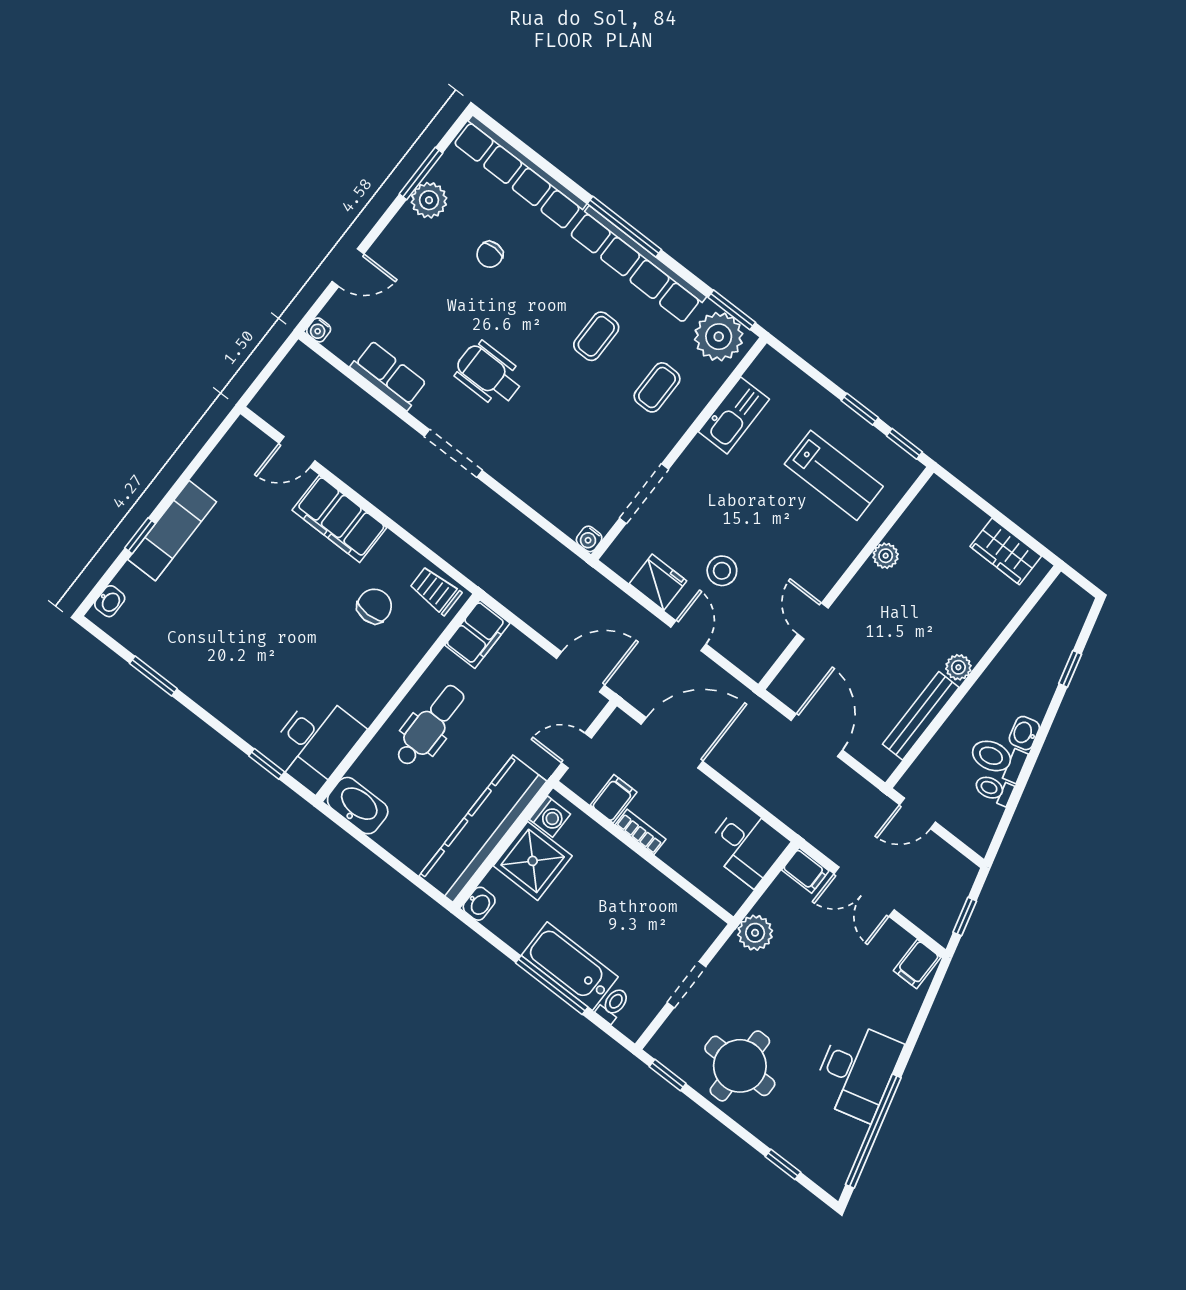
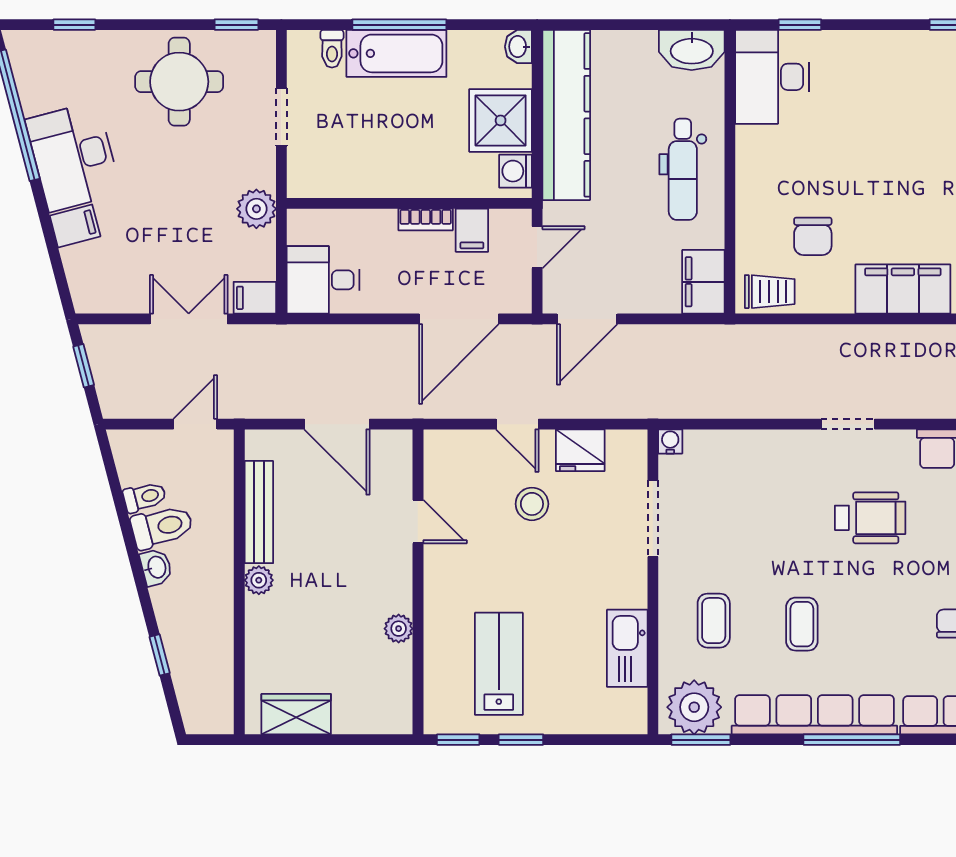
doorway: (453, 453) -> (848, 424), width x0.73
lab bench: (834, 475) -> (499, 664), turned 90
filing cabinet: (917, 964) -> (75, 226), moved, turned 75

